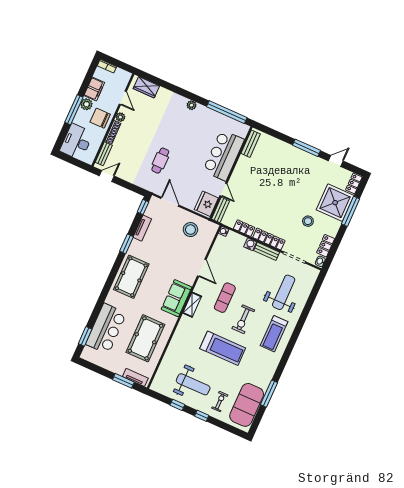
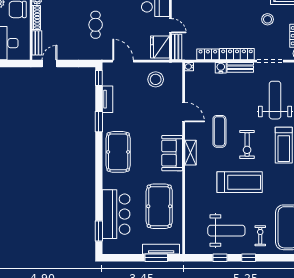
tv unit: (135, 377) -> (161, 249), width x1.41

